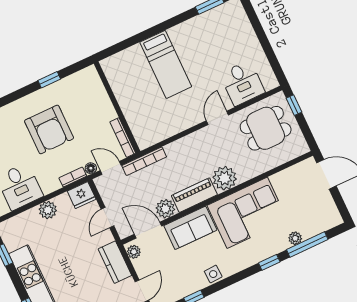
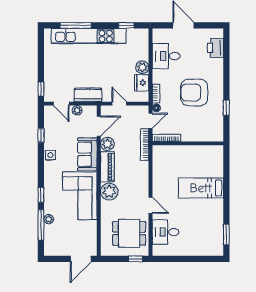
dining table: (266, 128) -> (129, 233), turned 90
fridge: (82, 195) -> (142, 83), moved
plant: (134, 252) -> (77, 110), moved

